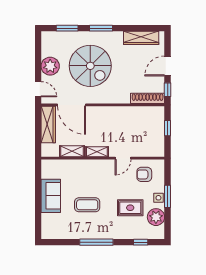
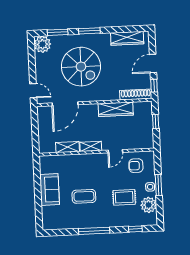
plant: (50, 66) -> (42, 44), moved
door: (71, 105) -> (65, 104), hinge flipped
wardrobe: (48, 125) -> (116, 109), moved, turned 90

